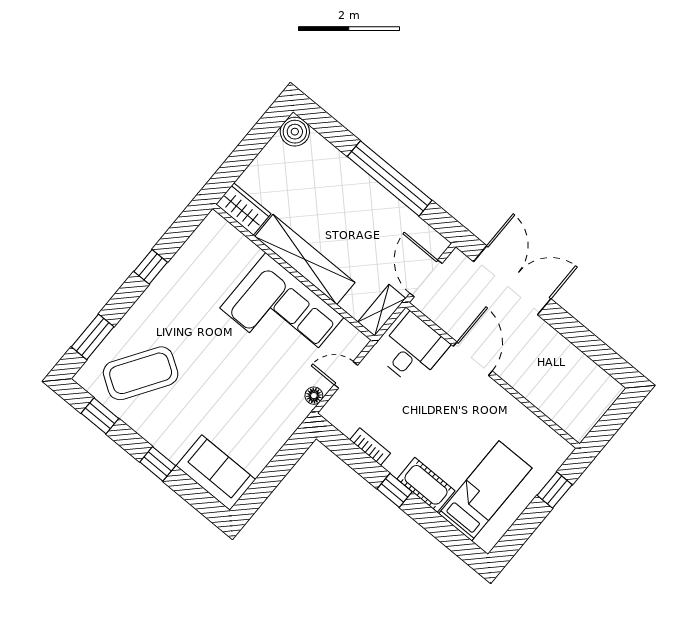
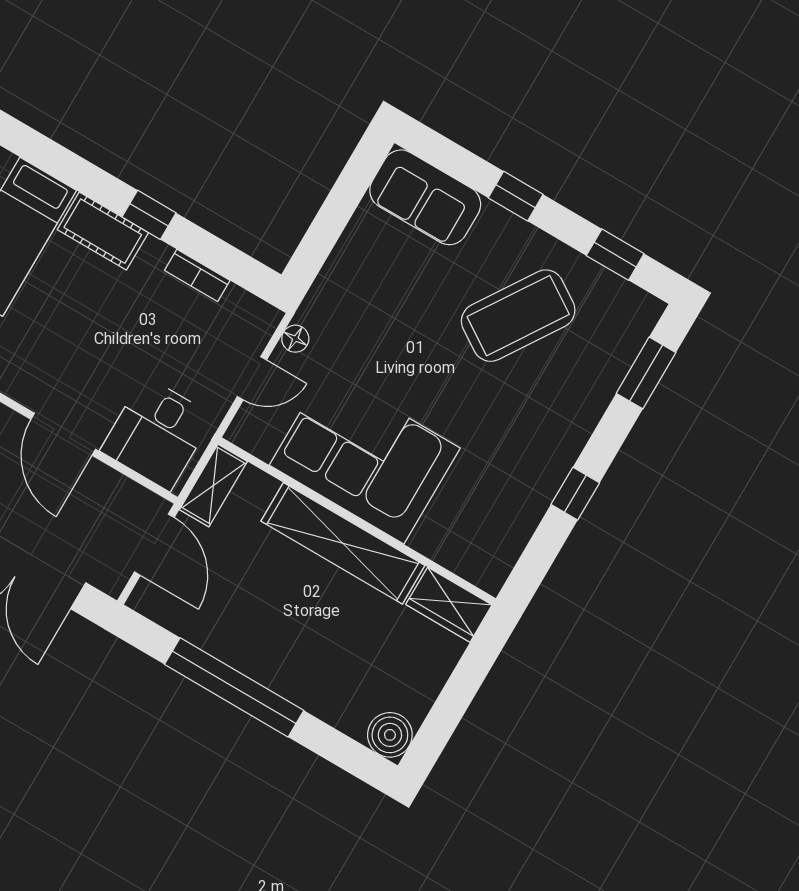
coffee table: (141, 373) -> (518, 316), moved

